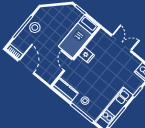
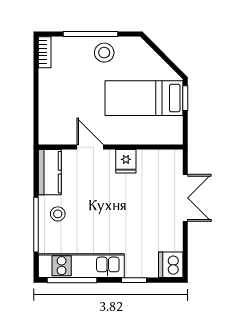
bed: (79, 36) -> (144, 98), moved
door: (69, 65) -> (90, 147), hinge flipped
door: (26, 67) -> (36, 87), removed

